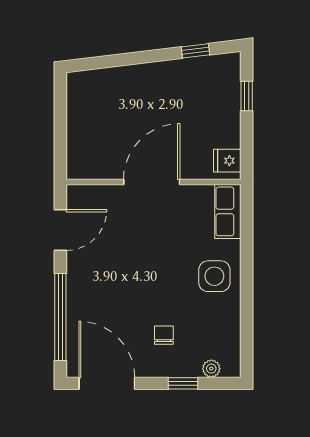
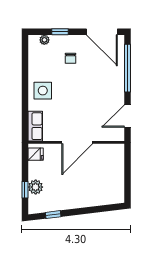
plant: (228, 101) -> (36, 187), added

